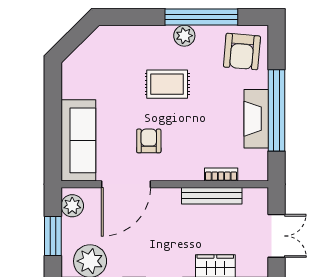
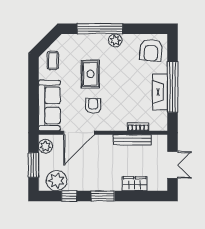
window: (201, 17) -> (100, 29), moved
coffee table: (84, 68) -> (53, 60), added
rug: (167, 84) -> (90, 74), moved, turned 90

